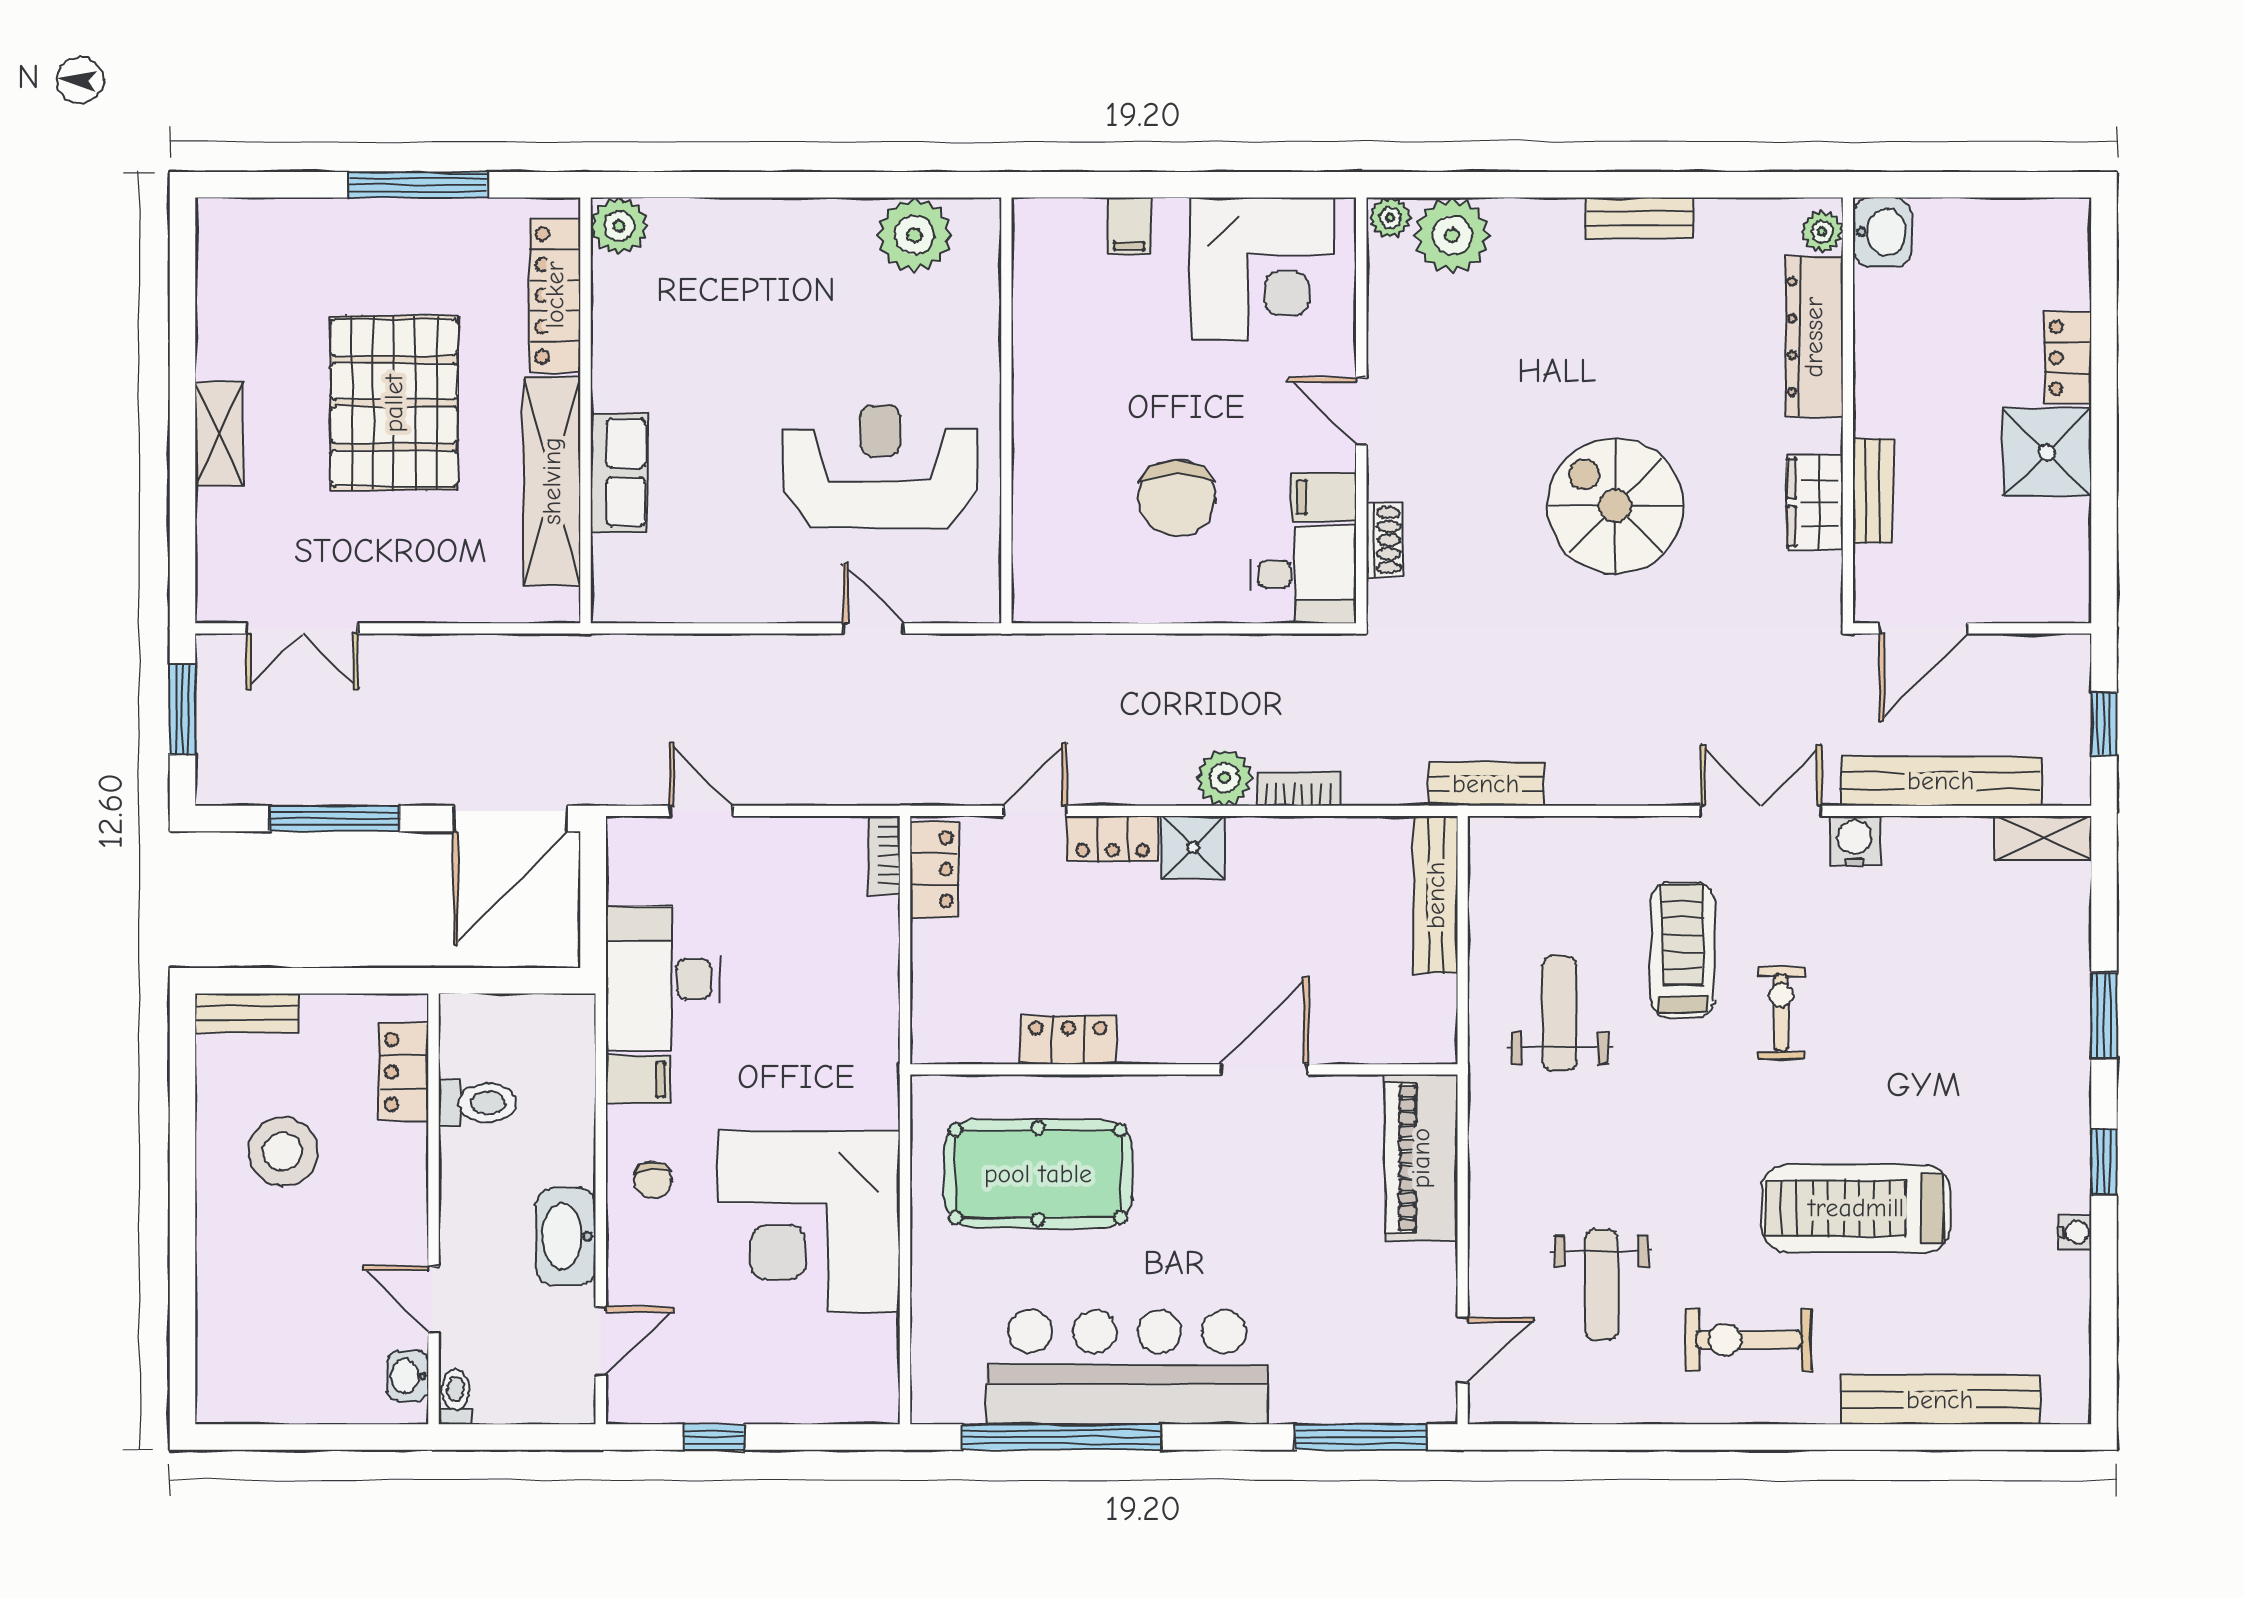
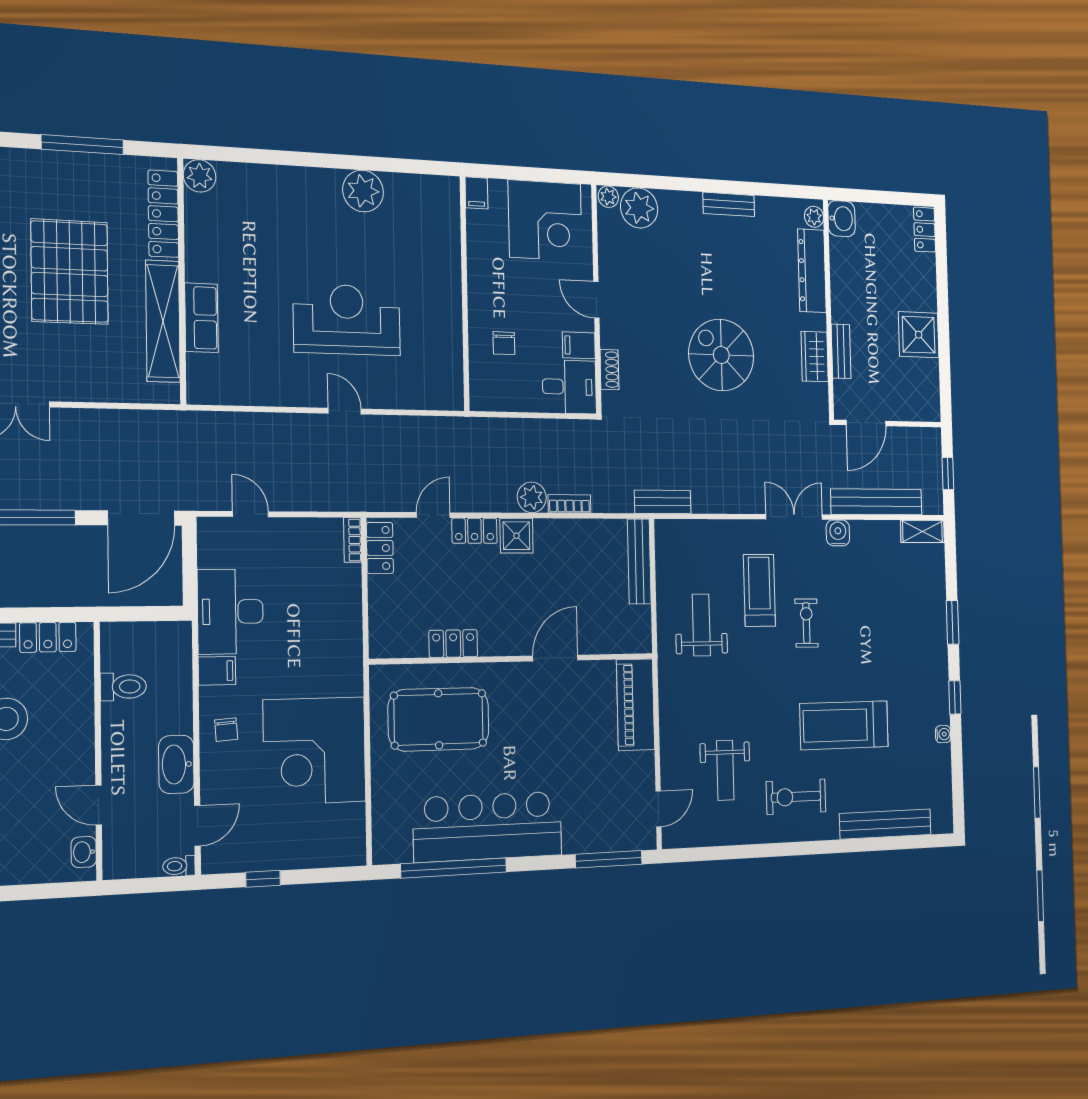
locker: (2068, 358) -> (925, 230), moved
wall: (1006, 410) -> (465, 293), moved
chair: (1176, 498) -> (504, 343), width x0.54, depth x0.54
locker: (404, 1072) -> (48, 637), moved, turned -90
toilet: (455, 1397) -> (179, 866), moved, turned -90

